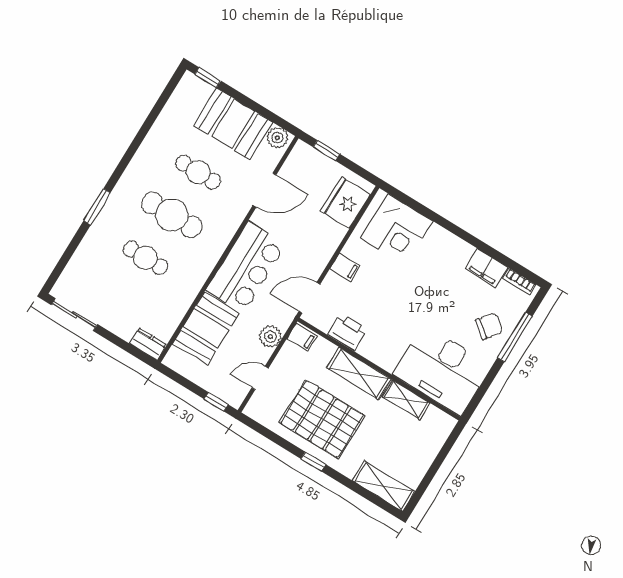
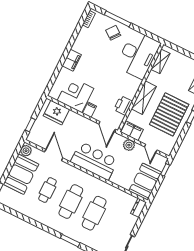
corner desk: (397, 230) -> (75, 95), moved, turned -90
cafe table: (145, 258) -> (94, 213), width x1.37, depth x1.35
filing cabinet: (487, 268) -> (72, 60), moved
booth: (206, 328) -> (145, 182), moved, turned 90
filing cabinet: (302, 337) -> (132, 131), width x2.00
shelving: (406, 400) -> (160, 61), moved

